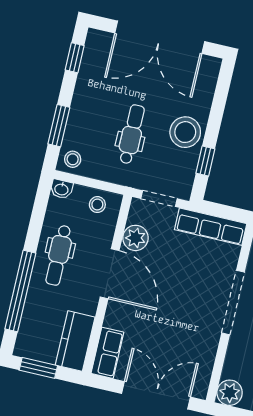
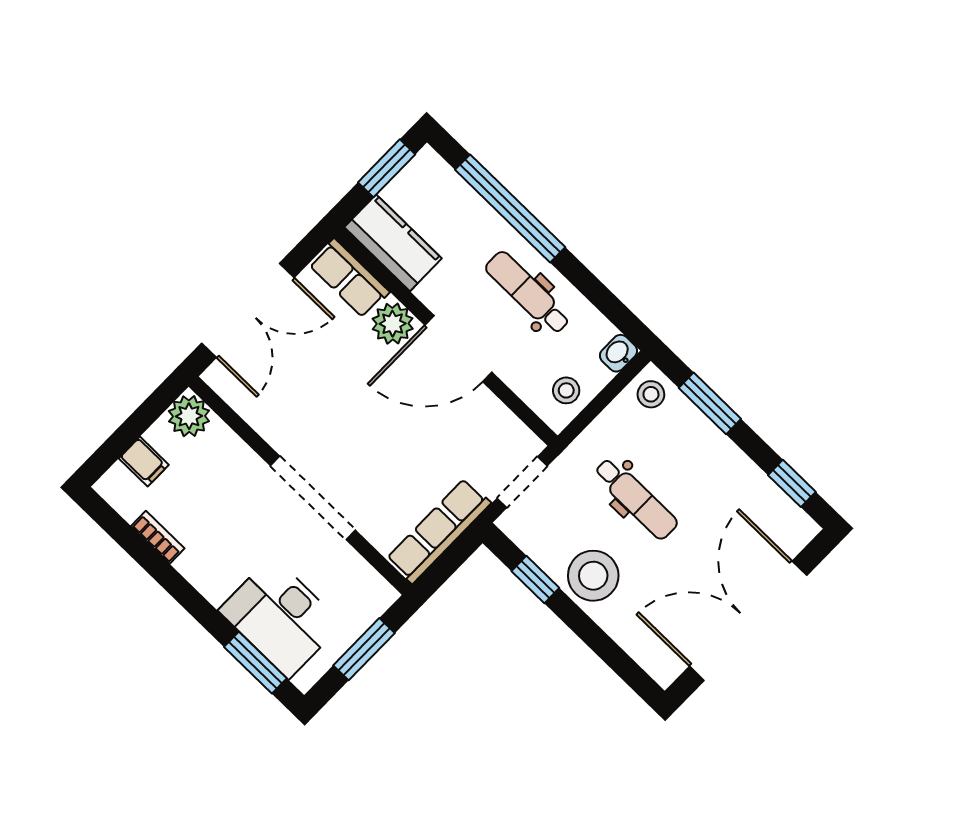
plant: (135, 238) -> (393, 324), moved

